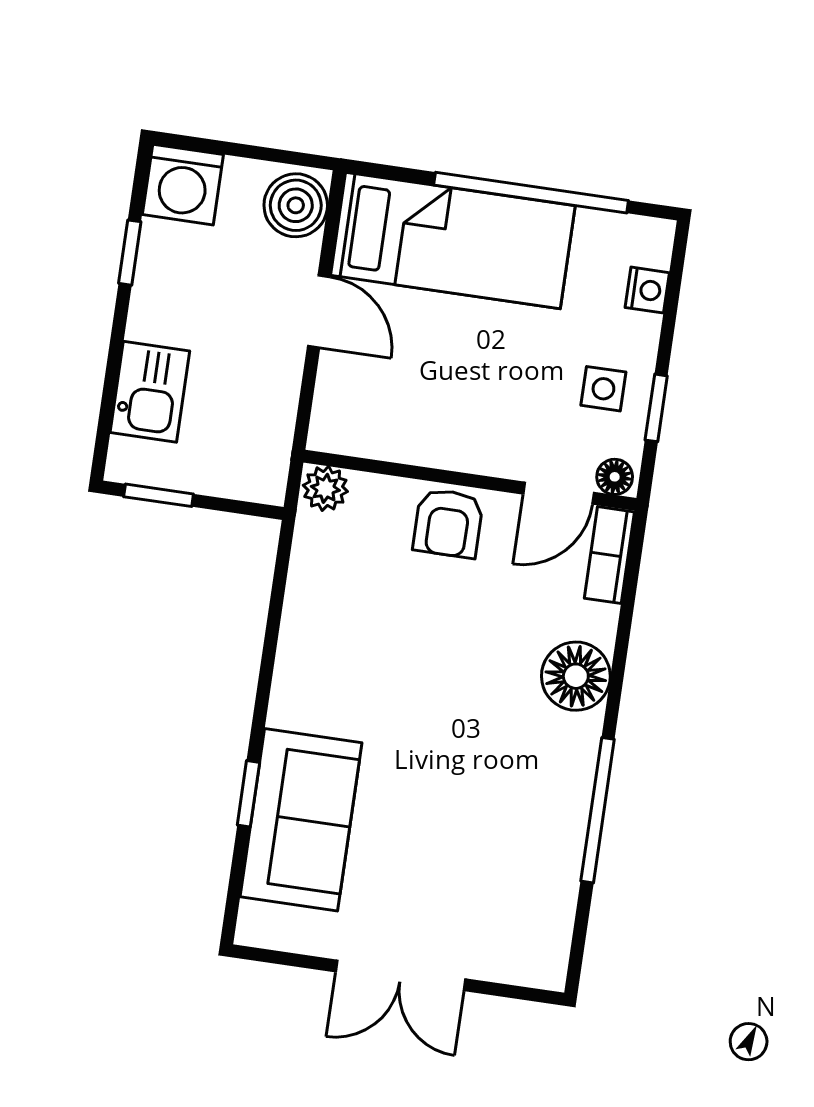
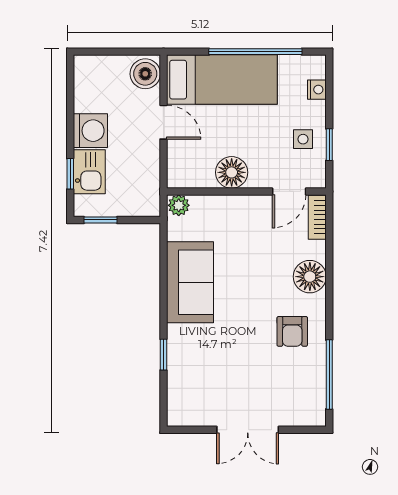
washing machine: (183, 185) -> (90, 131), moved, turned -90
window: (130, 253) -> (70, 174), moved
floor lamp: (615, 477) -> (232, 172), moved, width x1.89, depth x1.89
armchair: (448, 523) -> (292, 331), moved
window: (598, 810) -> (329, 374), moved
sofa: (301, 820) -> (190, 282), moved

